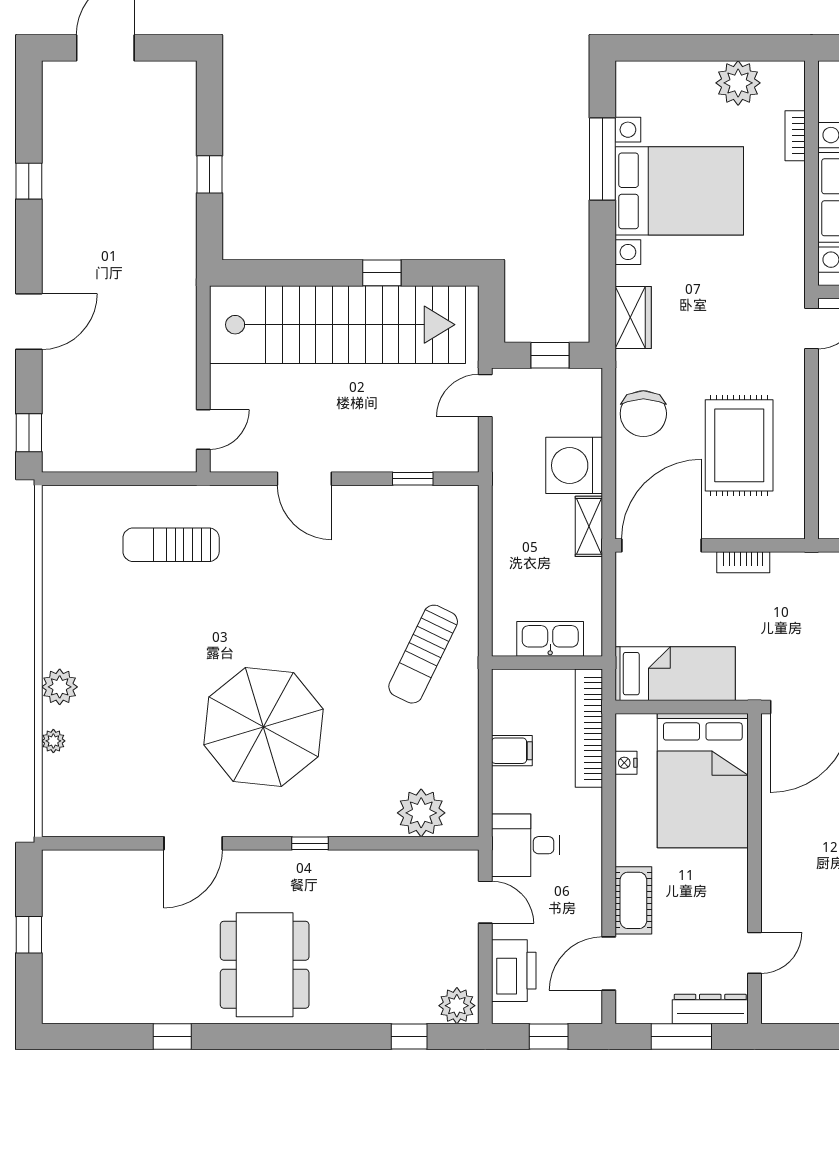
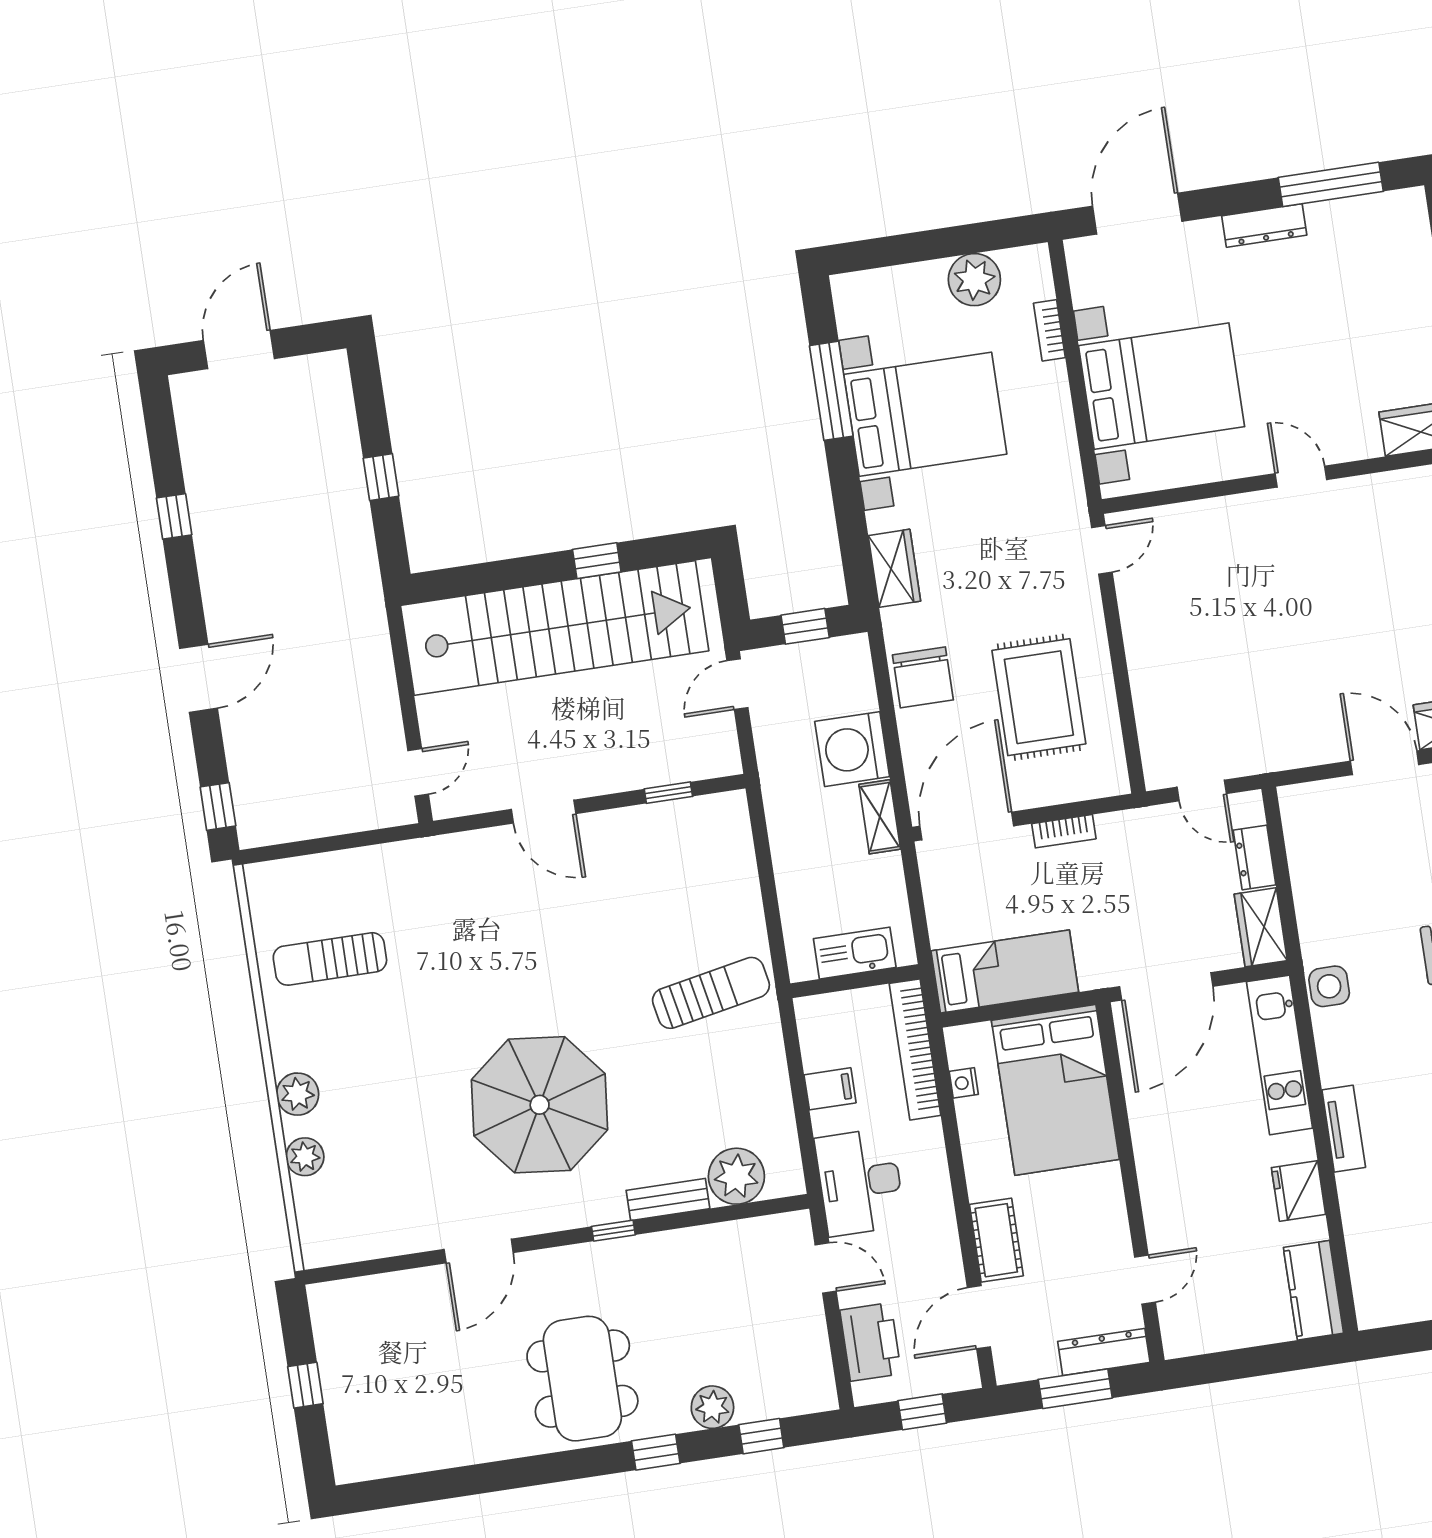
sun lounger: (171, 545) -> (330, 959), moved
sun lounger: (423, 654) -> (711, 993), turned -127
plant: (53, 741) -> (305, 1157), width x1.38, depth x1.38
bench: (360, 824) -> (668, 1199), added
desk: (525, 845) -> (860, 1182), width x1.37
plant: (457, 1006) -> (712, 1407), moved
window: (172, 1037) -> (656, 1452), moved

